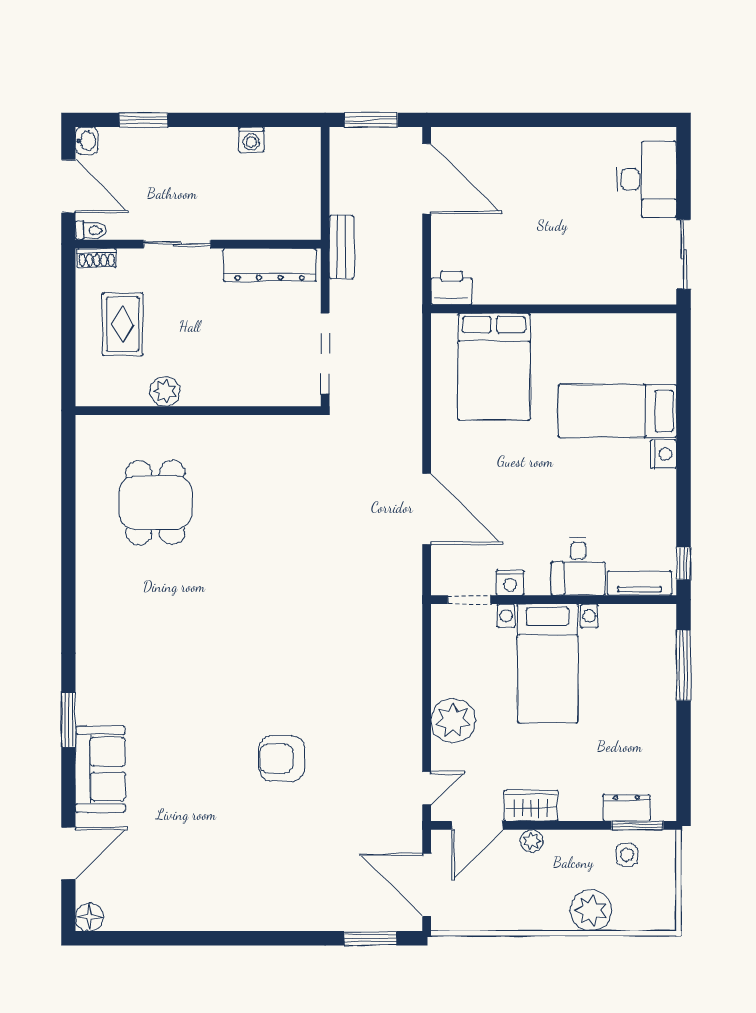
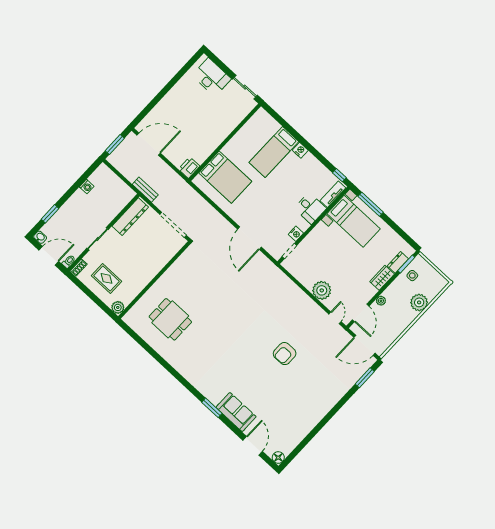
plant: (165, 391) -> (118, 307), moved
door: (427, 509) -> (250, 238), swing flipped
bed with nightstands: (548, 663) -> (354, 221), moved
wardrobe: (531, 806) -> (382, 278), moved

